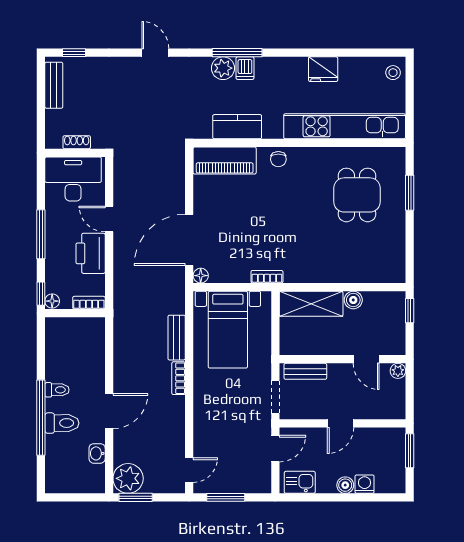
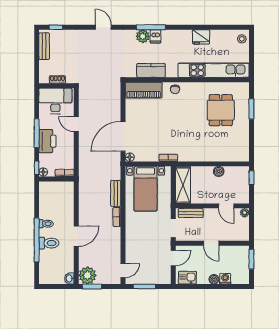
printer: (91, 253) -> (47, 141), moved, turned 180
shelving: (311, 304) -> (183, 185), moved, turned 90
door: (340, 423) -> (211, 243), hinge flipped
washbasin: (97, 453) -> (69, 278), moved

